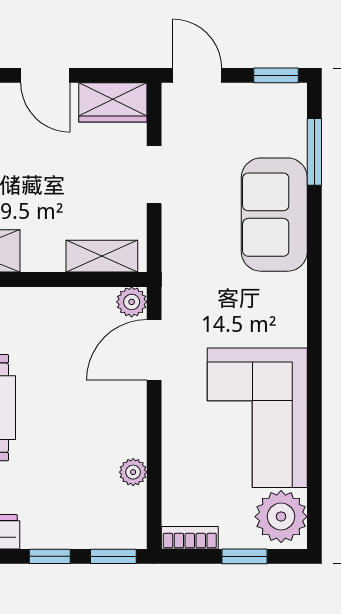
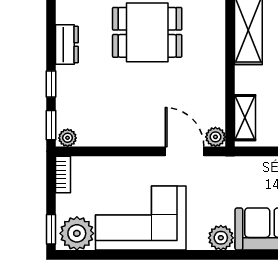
plant: (288, 294) -> (221, 238), added
plant: (133, 472) -> (68, 138), moved
window: (245, 556) -> (51, 229), moved

